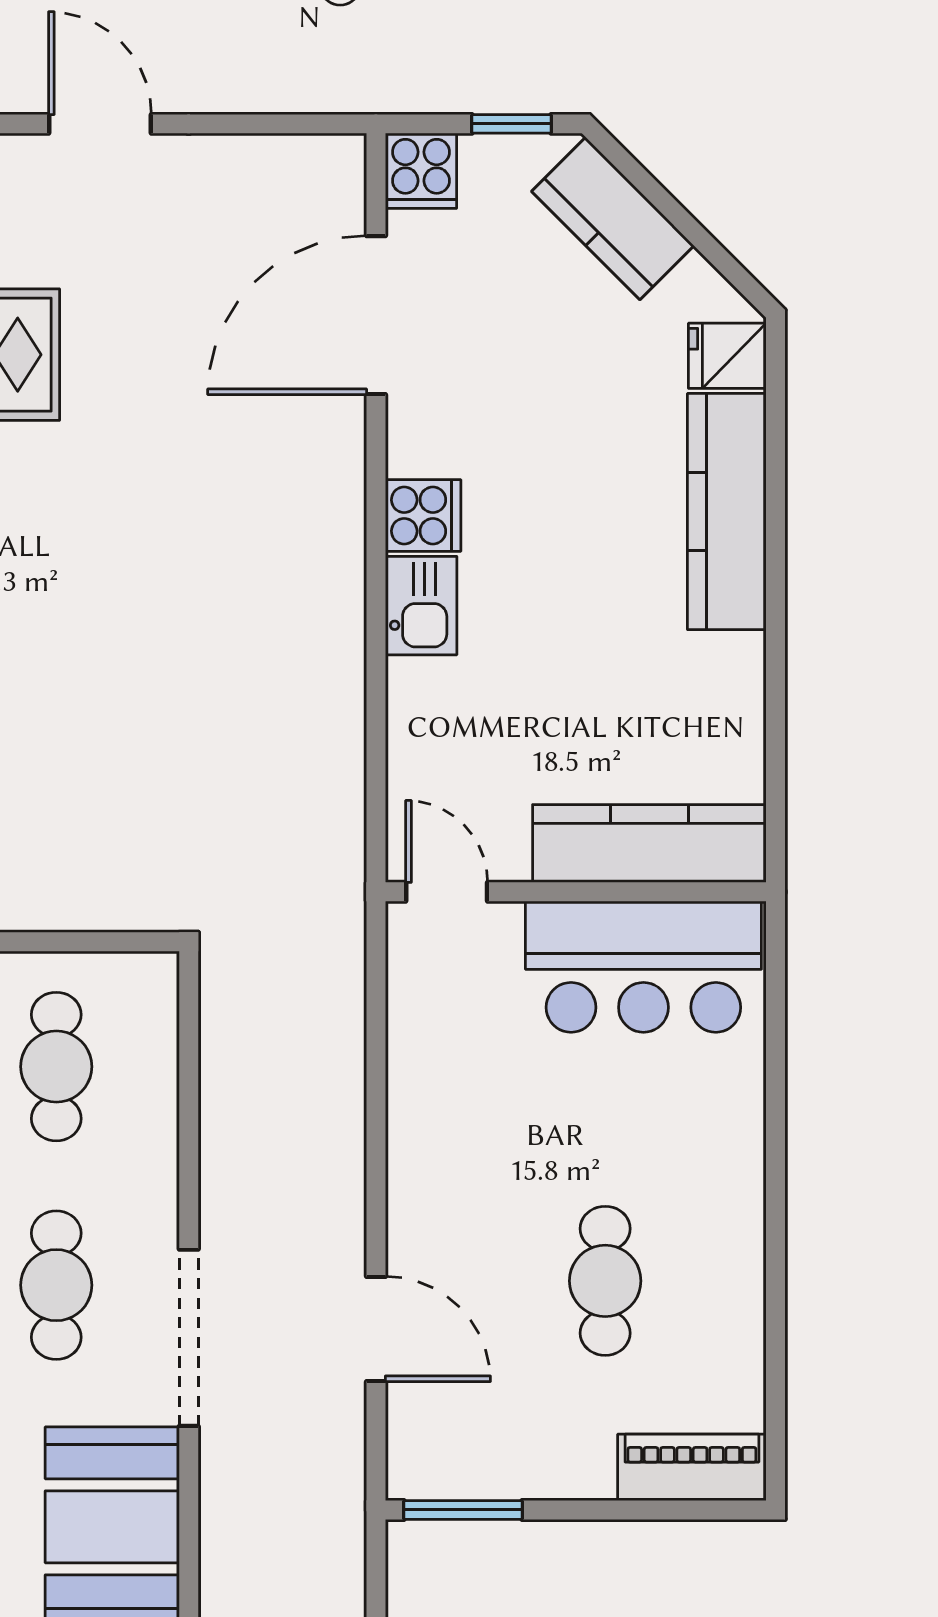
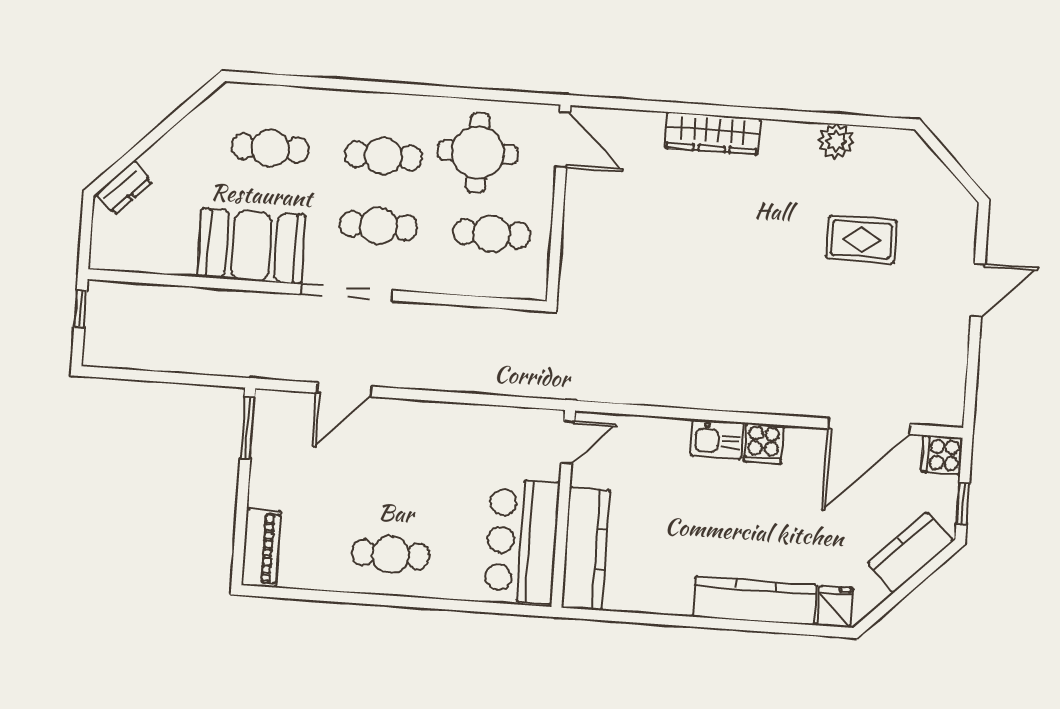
door: (376, 315) -> (869, 426), swing flipped
cafe table: (605, 1281) -> (391, 554), moved

